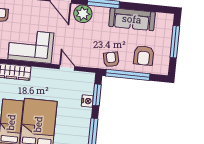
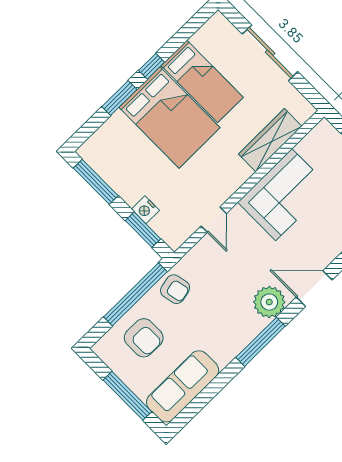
sofa: (132, 19) -> (183, 386), moved
armchair: (144, 56) -> (144, 338), turned 180
door: (67, 68) -> (214, 220), hinge flipped

